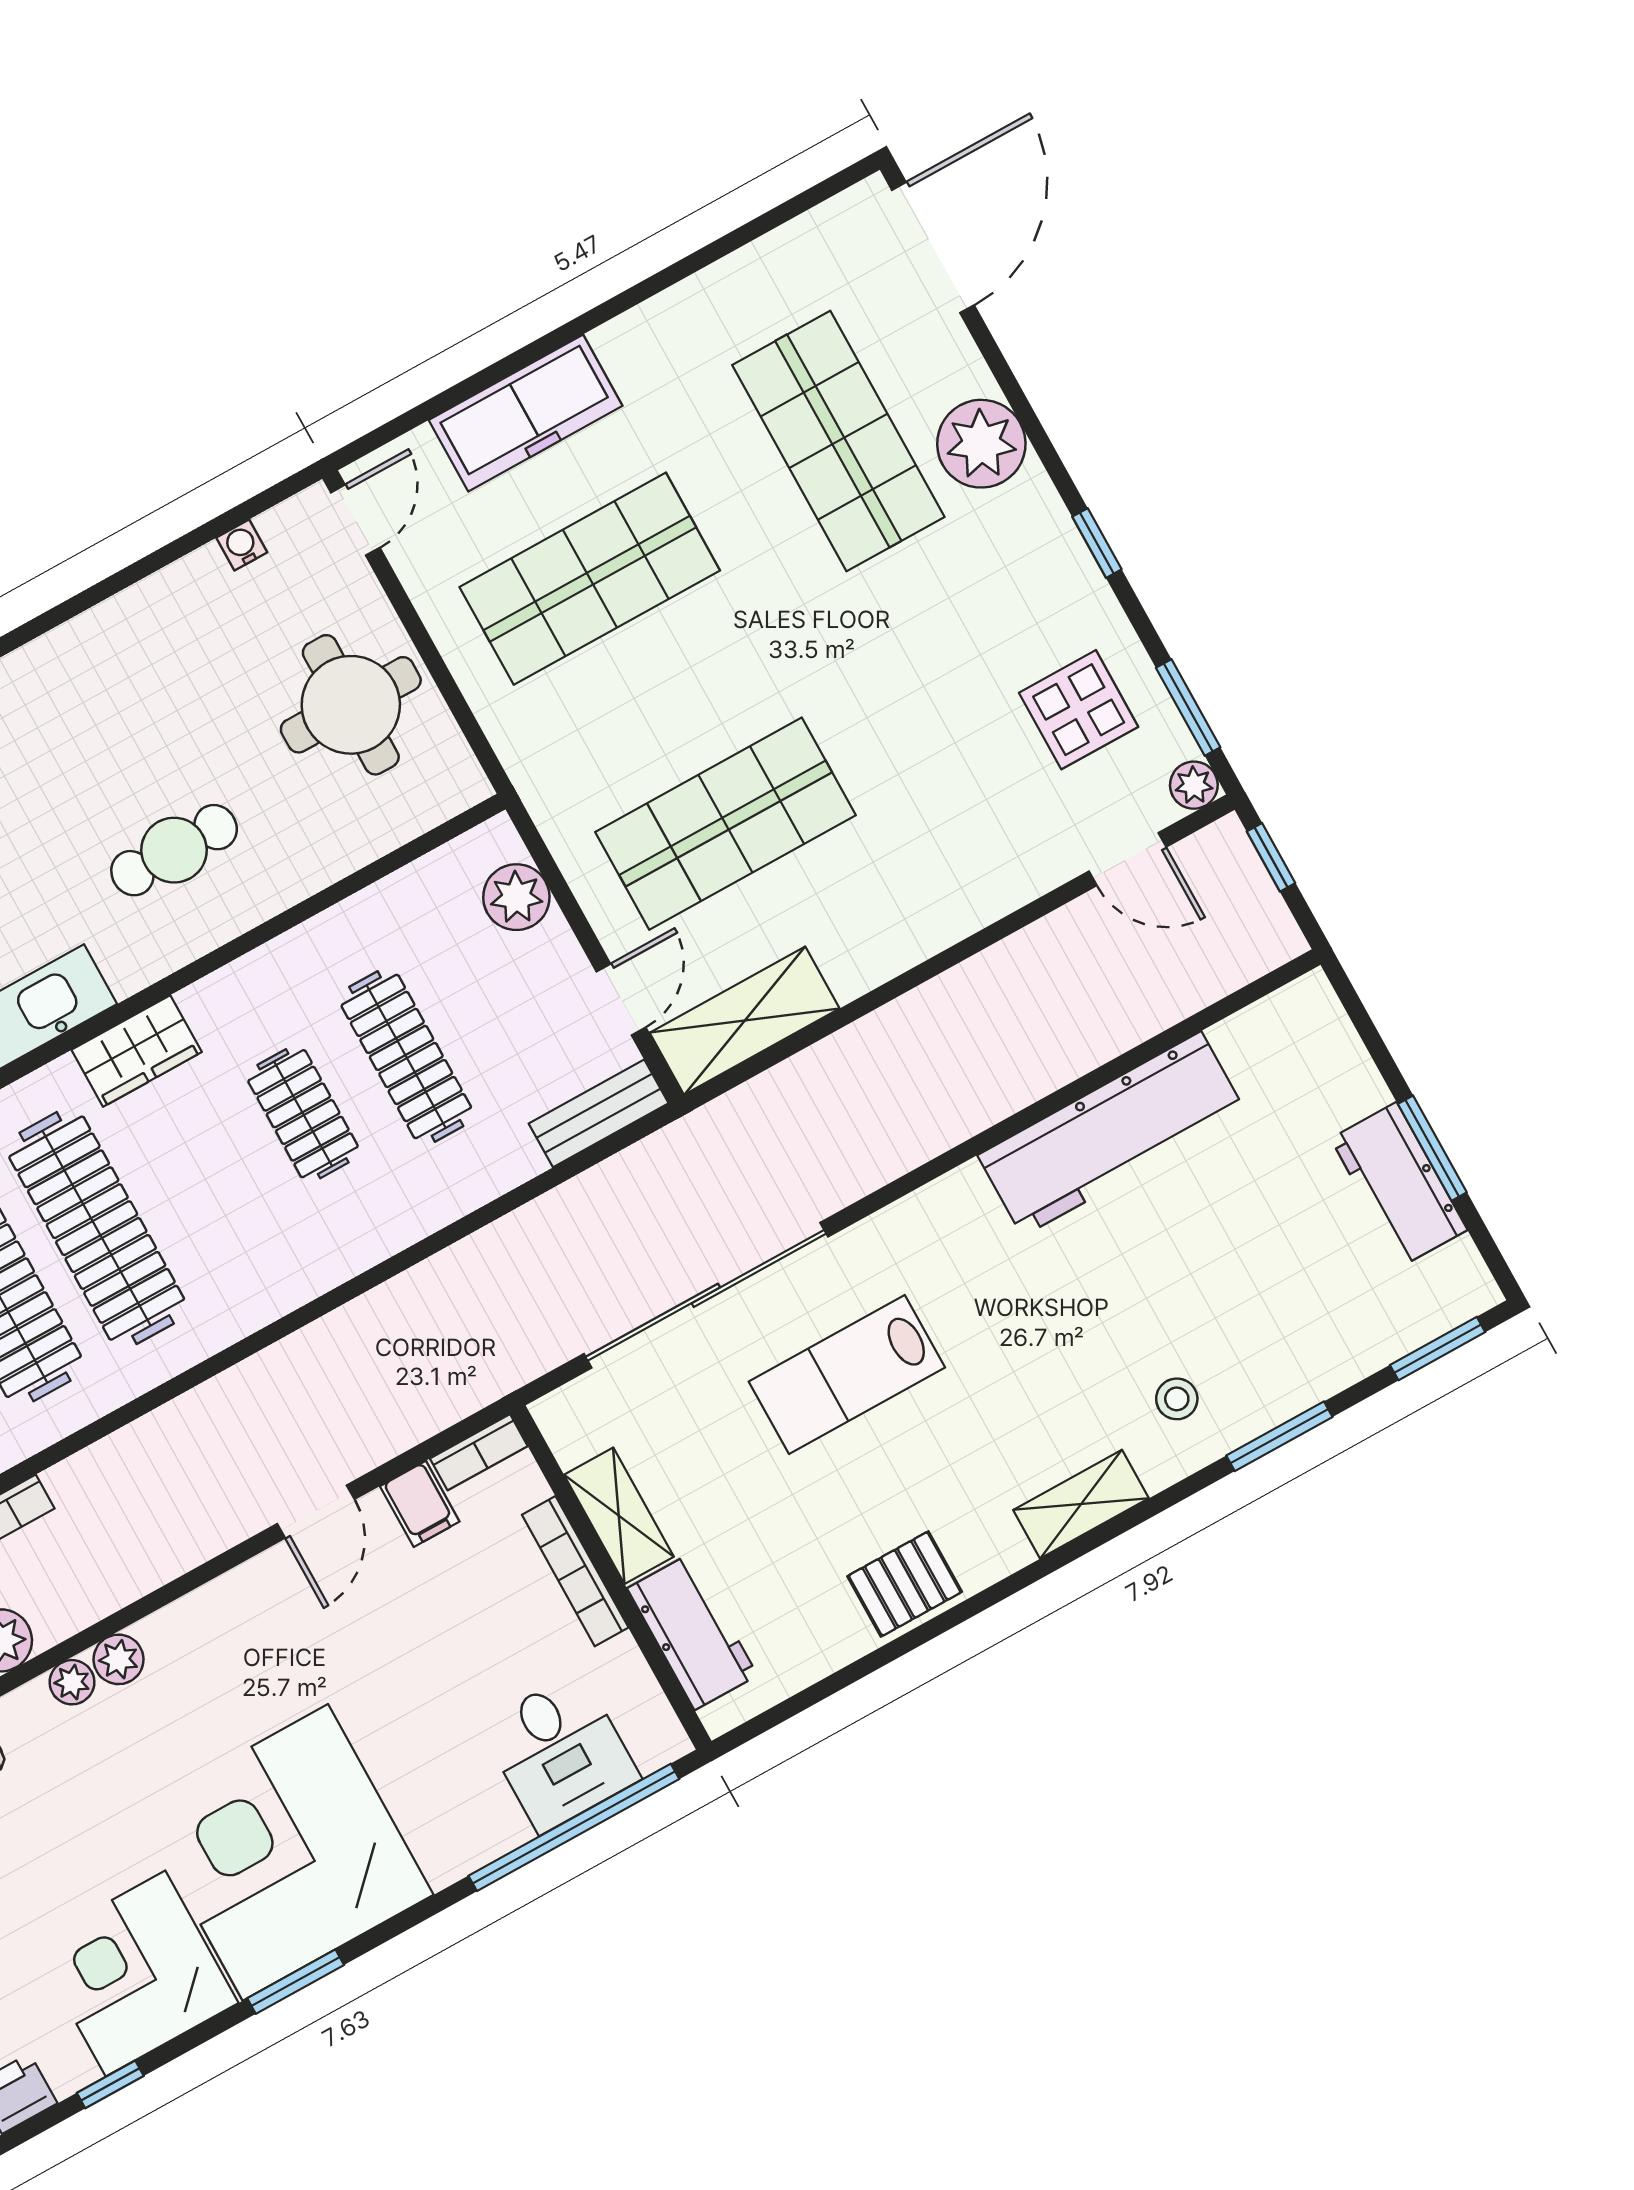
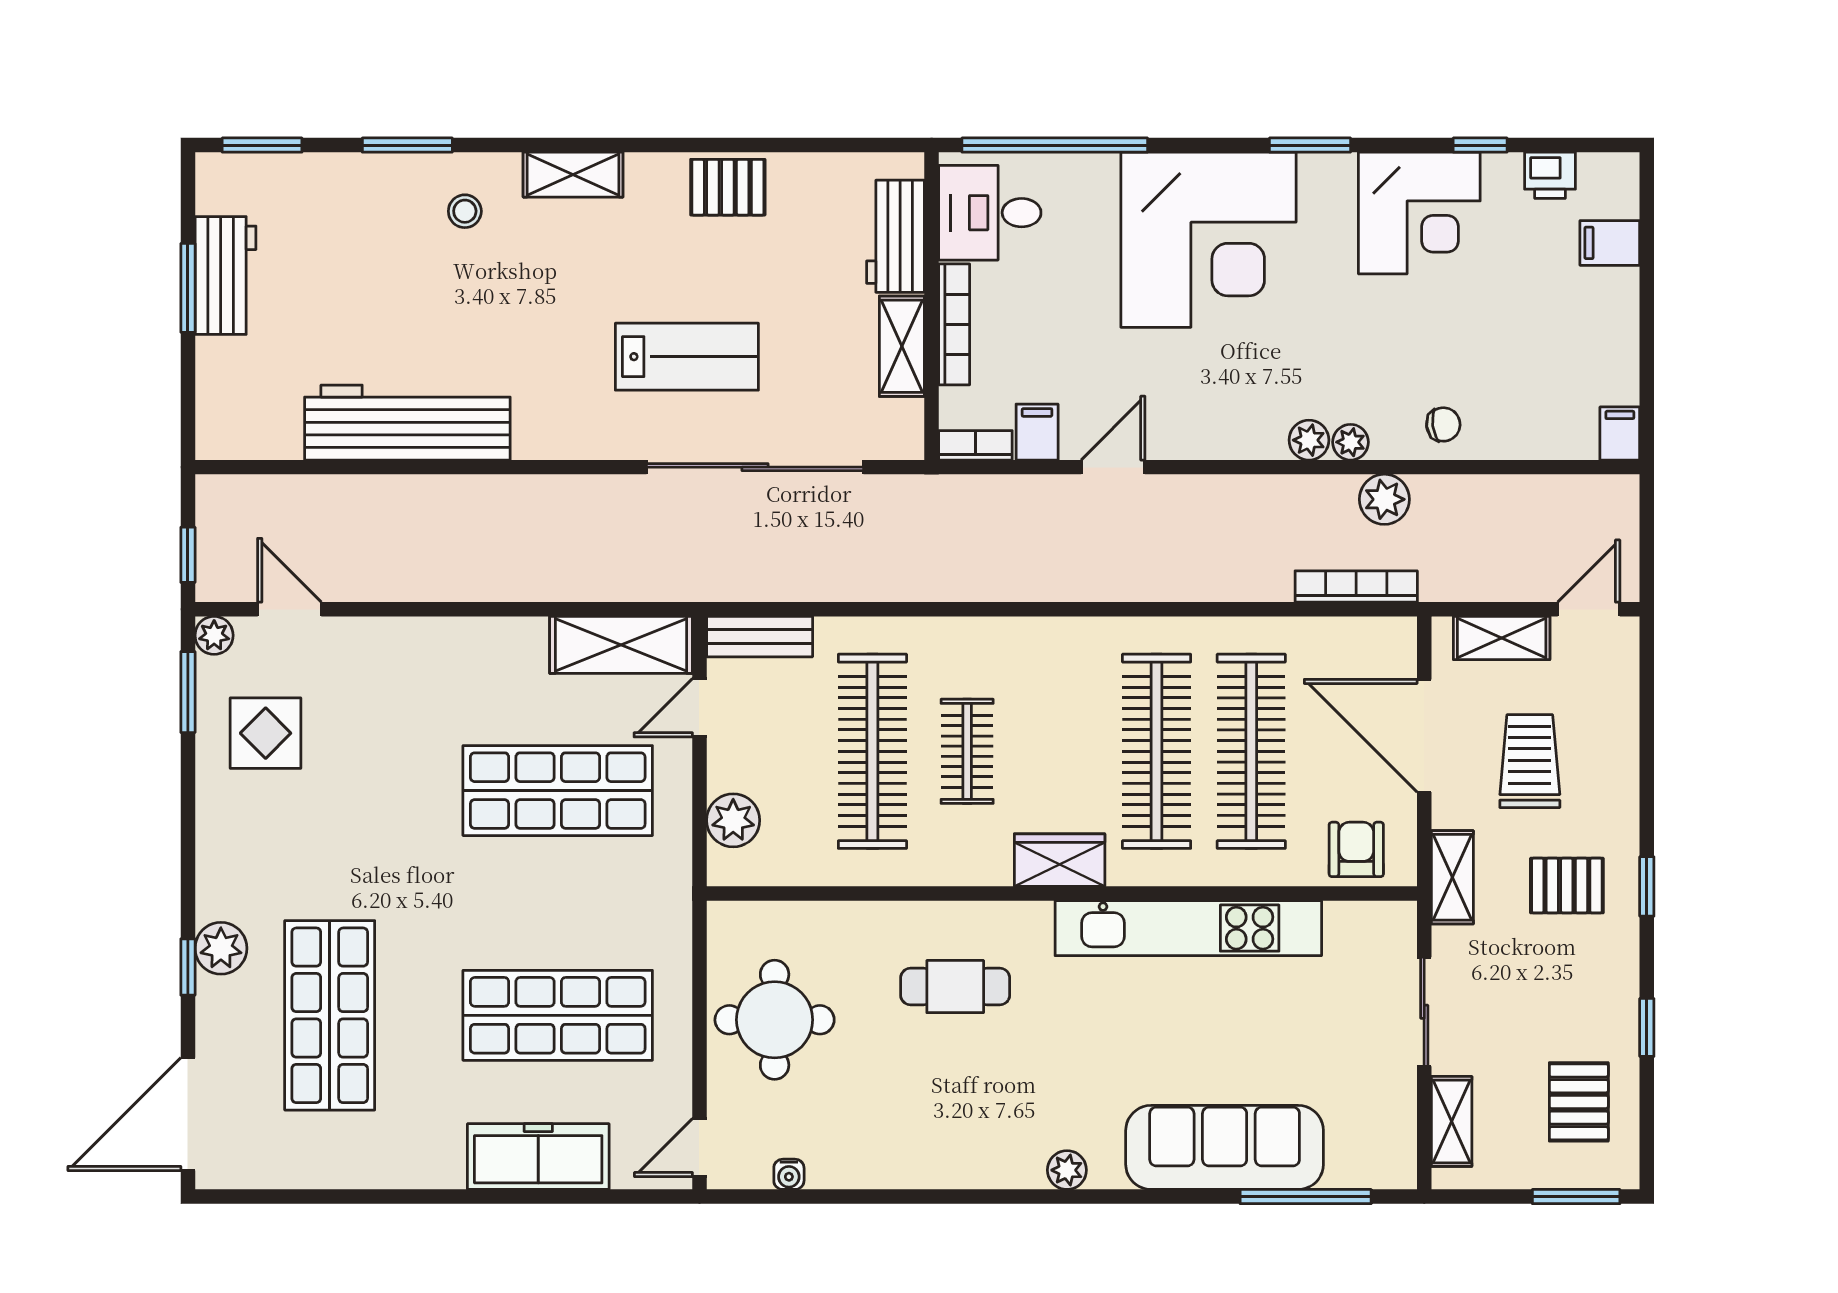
plant: (981, 444) -> (221, 948), width x0.73, depth x0.73
window: (1097, 543) -> (188, 967), moved
clothes rail: (406, 1056) -> (872, 751), width x1.37, depth x1.31
desk: (560, 1752) -> (990, 213), moved, turned -90
corner desk: (285, 1852) -> (1208, 240), moved

